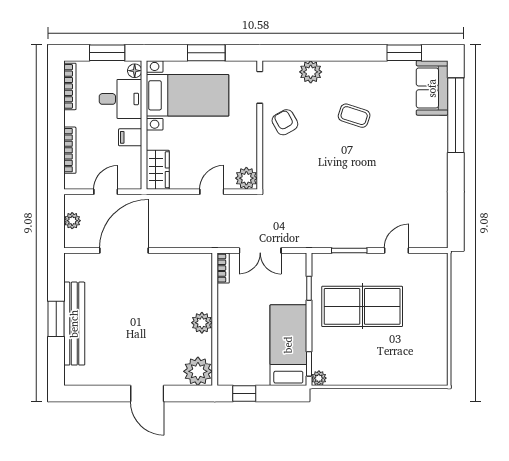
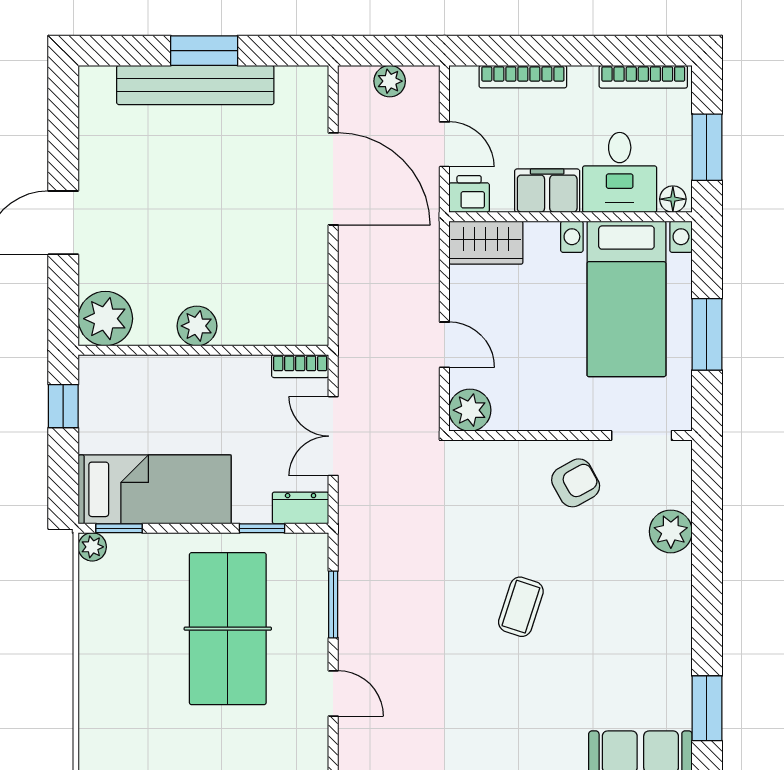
coffee table: (354, 116) -> (521, 607), moved
filing cabinet: (130, 137) -> (547, 191), width x2.00
printer: (132, 179) -> (469, 194), added
dresser: (298, 268) -> (301, 508), added

